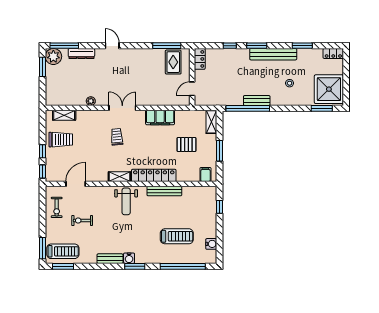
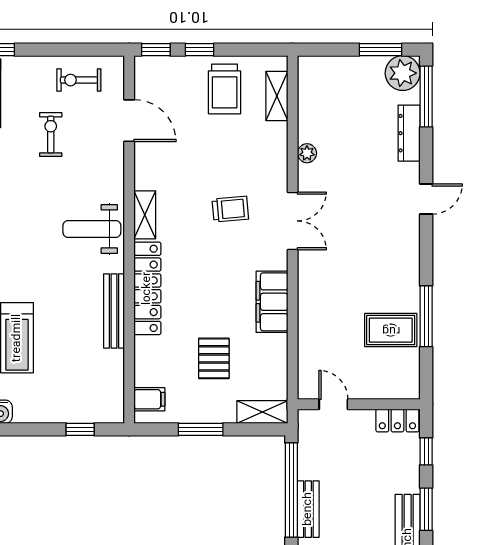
locker: (200, 59) -> (397, 420), moved
wall: (192, 77) -> (359, 404), moved
door: (192, 89) -> (333, 404), moved

